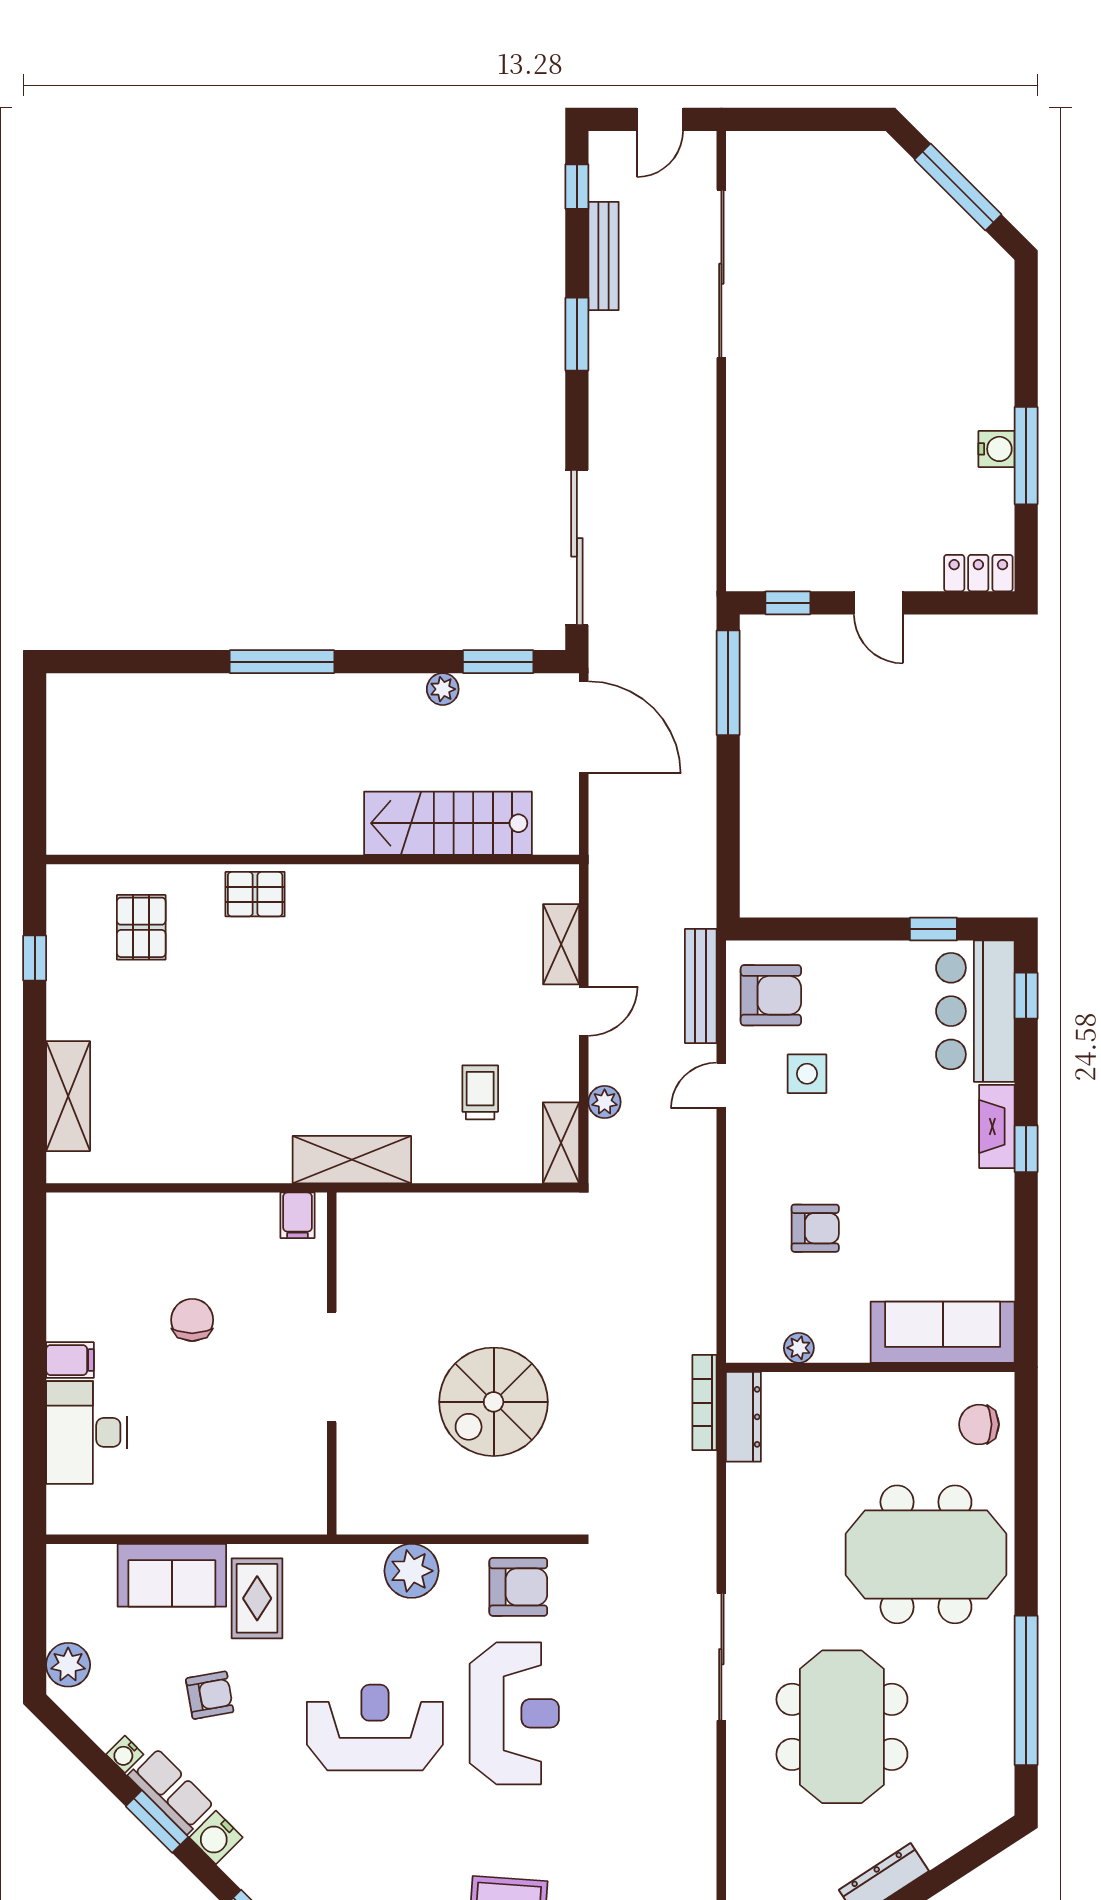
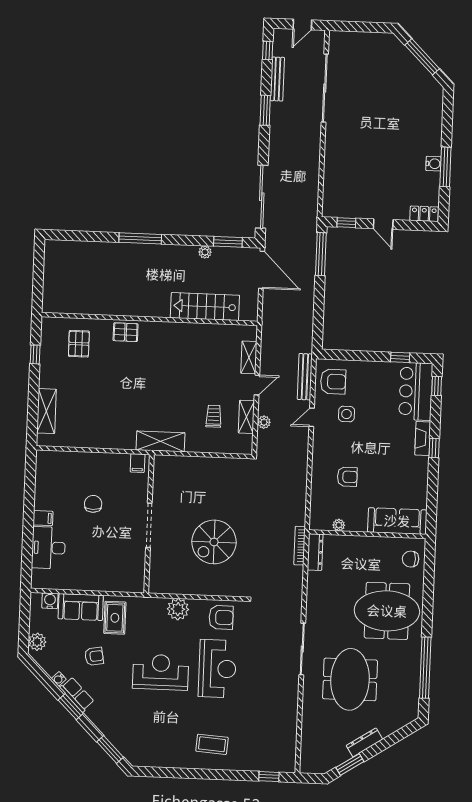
shelving: (561, 1143) -> (246, 417), moved
water cooler: (216, 1837) -> (50, 601), moved, turned 135

